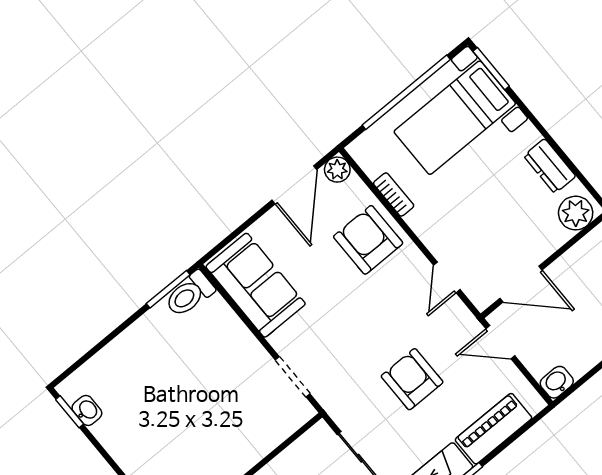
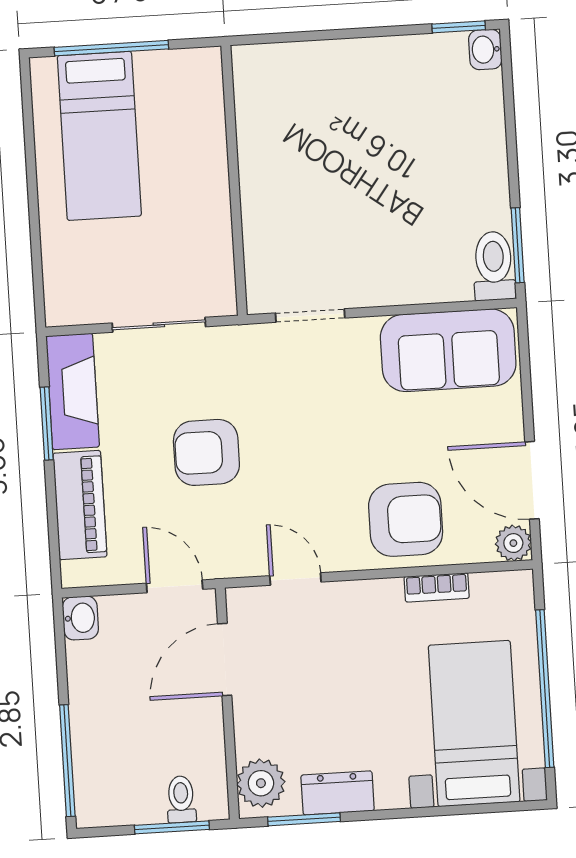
window: (491, 69) -> (304, 819), moved
door: (500, 342) -> (175, 586), hinge flipped
armchair: (412, 379) -> (206, 452), turned 180
washbasin: (87, 410) -> (485, 49), moved, turned 90

